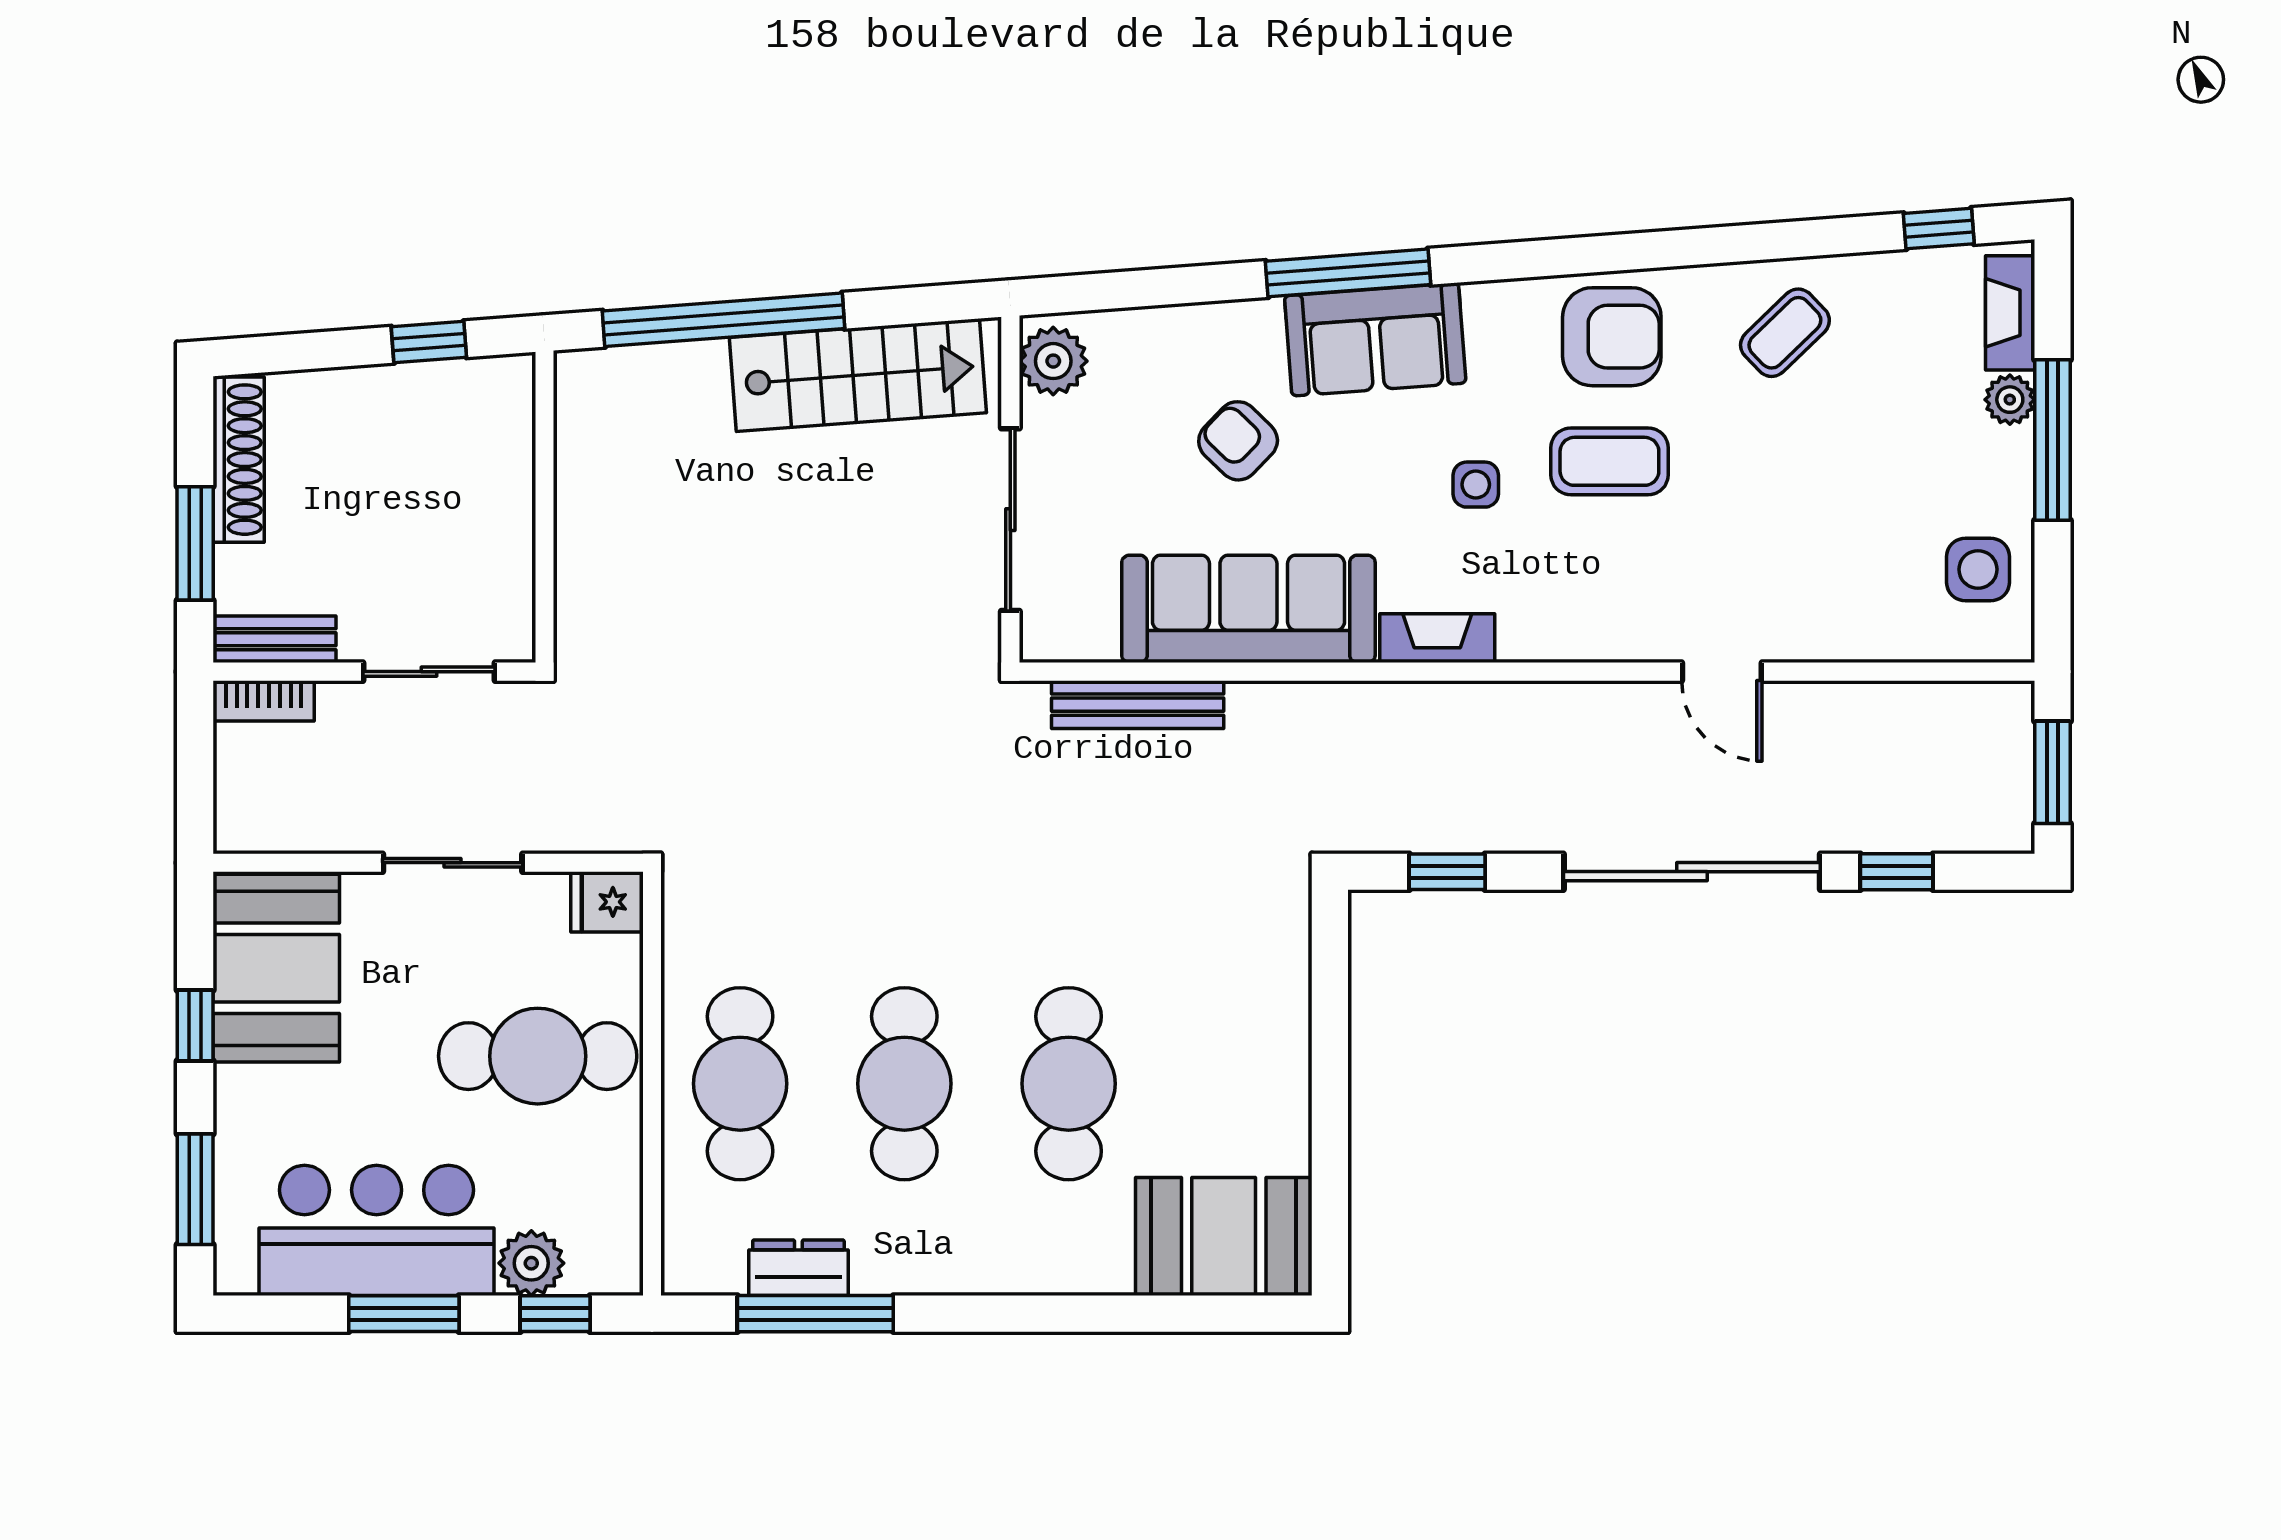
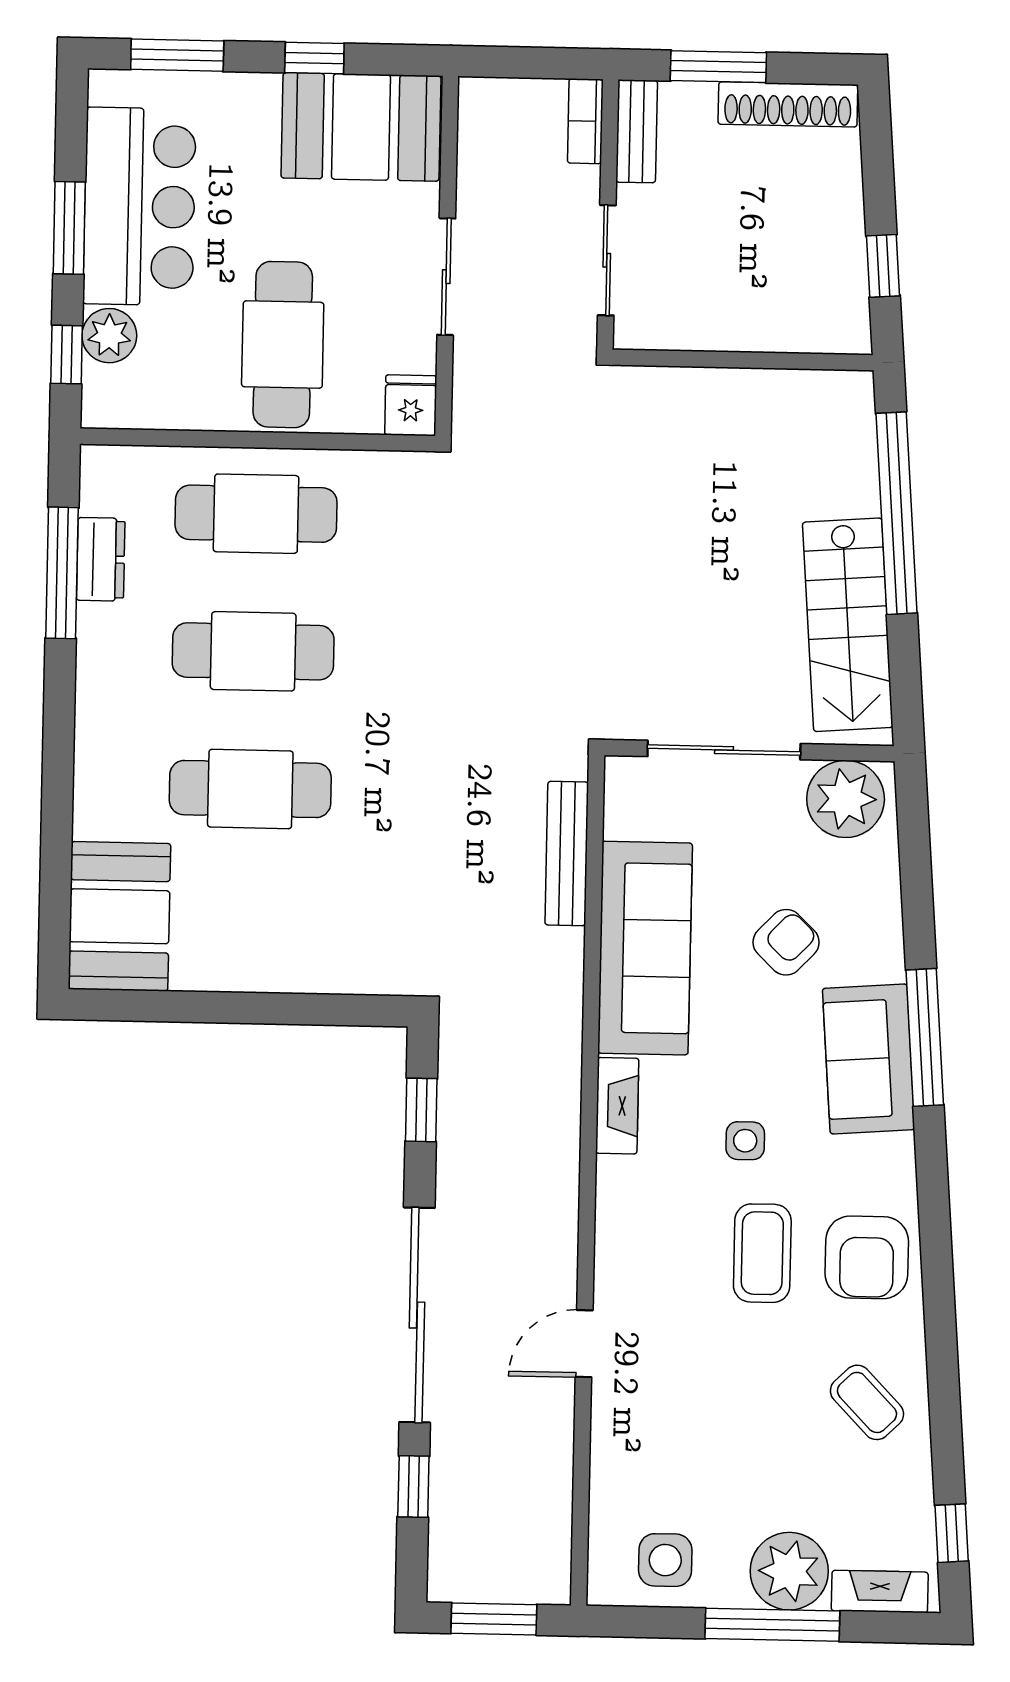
plant: (1053, 361) -> (846, 799), width x1.36, depth x1.36
plant: (2010, 400) -> (789, 1571), width x1.88, depth x1.88

